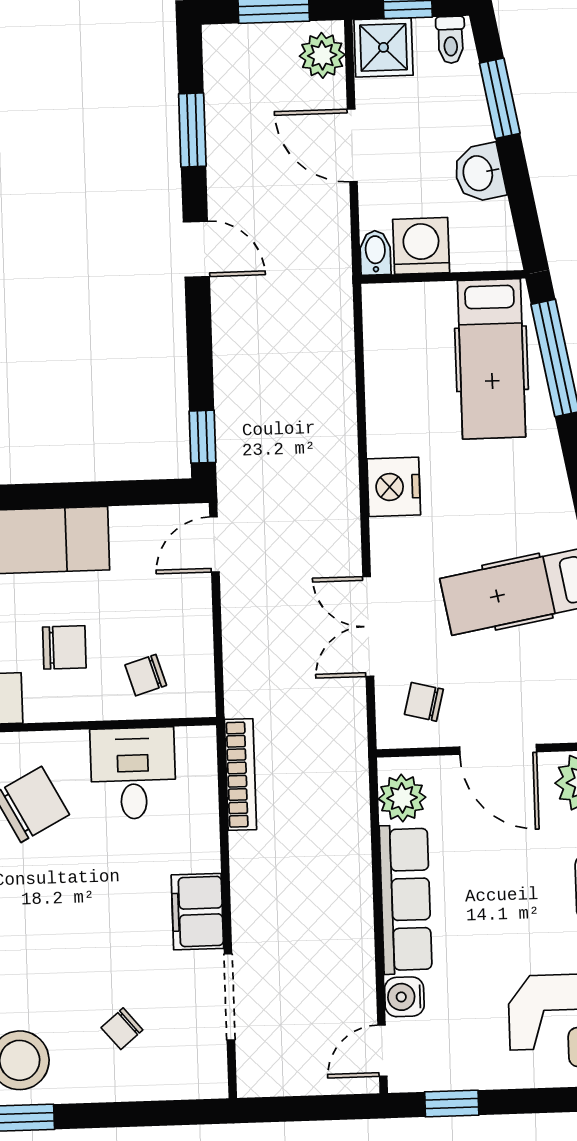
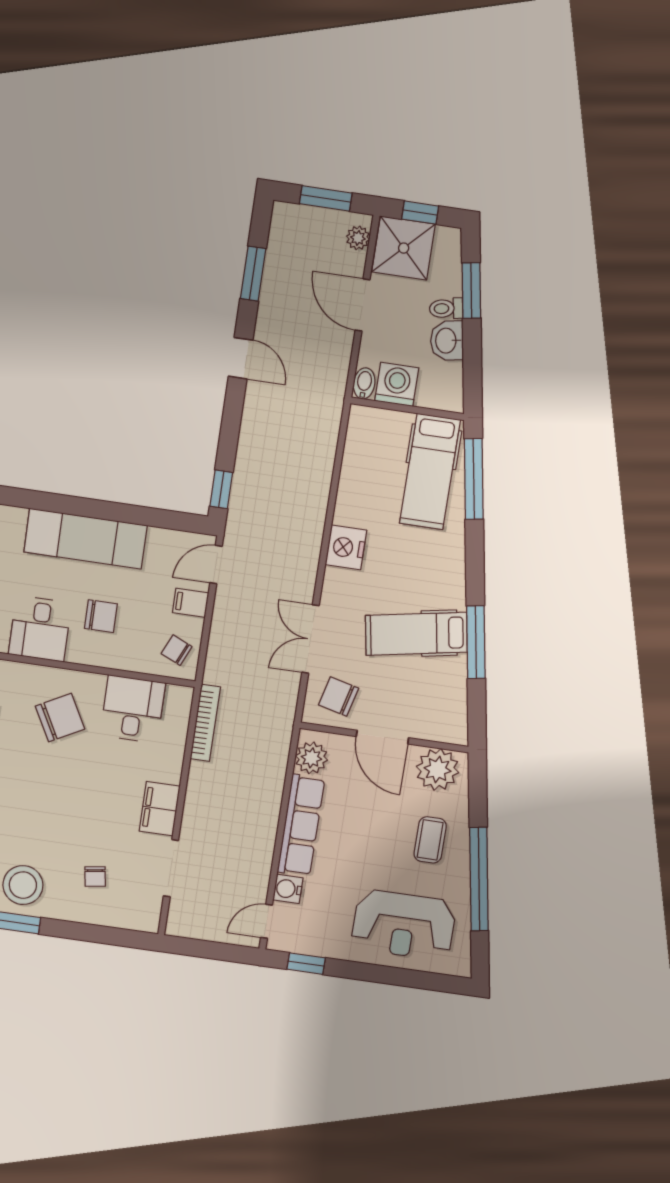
toilet: (451, 40) -> (446, 308), moved, turned 80
shower: (383, 47) -> (404, 248), width x1.36, depth x1.36
plant: (322, 55) -> (358, 238), width x0.73, depth x0.73
filing cabinet: (188, 605) -> (191, 603), added
chair: (146, 675) -> (177, 650), moved, turned 41
chair: (424, 702) -> (339, 696), width x1.37, depth x1.37
chair: (122, 1029) -> (95, 876), turned -59

